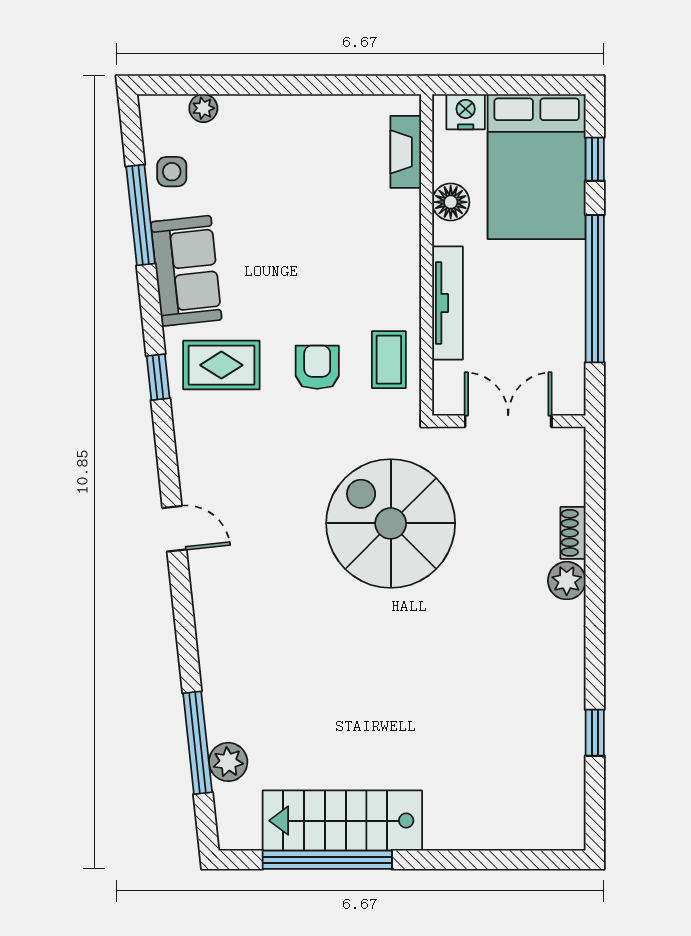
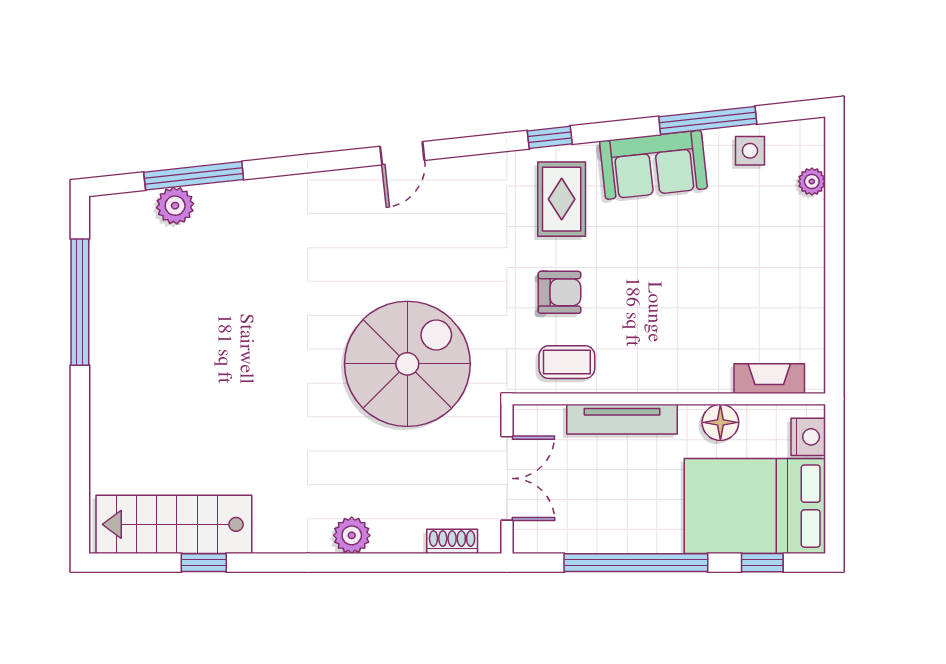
shoe rack: (573, 533) -> (452, 541), moved
stairs: (342, 821) -> (174, 524), moved, turned -90

